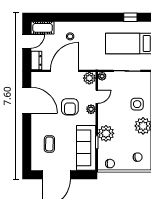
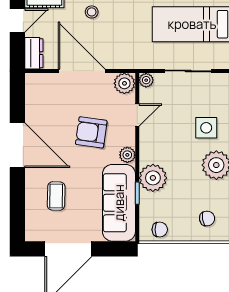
door: (64, 71) -> (82, 71), hinge flipped
door: (27, 100) -> (17, 145), moved
armchair: (70, 107) -> (91, 132), turned 98
plant: (91, 109) -> (127, 155), moved

